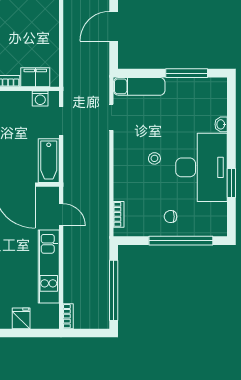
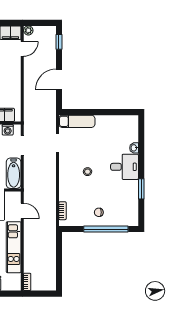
window: (187, 73) -> (110, 112), removed
desk: (201, 167) -> (124, 167), width x0.53, depth x0.77
window: (114, 290) -> (59, 264), removed

